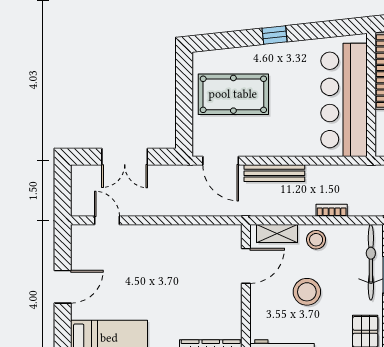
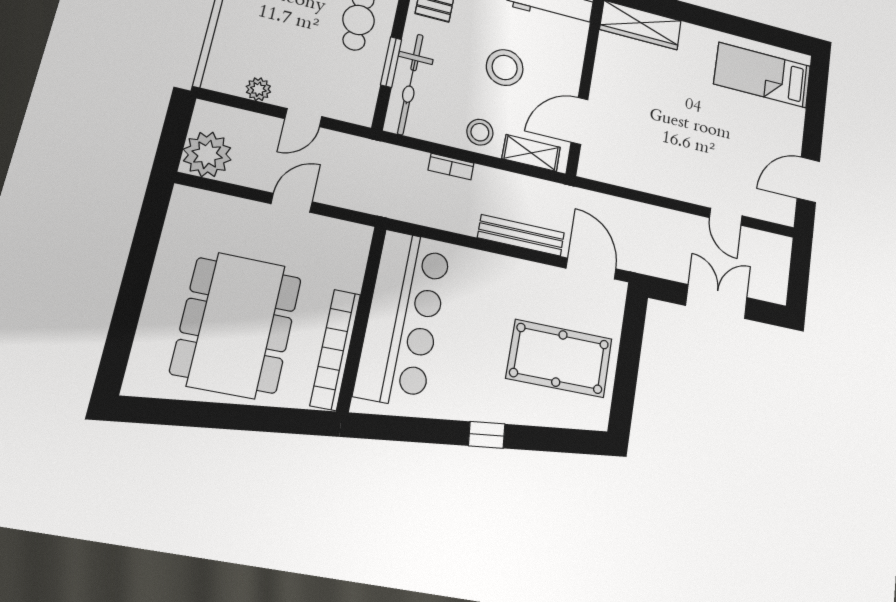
door: (107, 220) -> (726, 217), moved
door: (63, 287) -> (808, 180), moved

